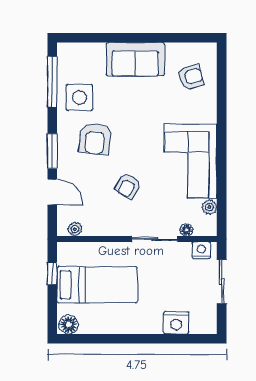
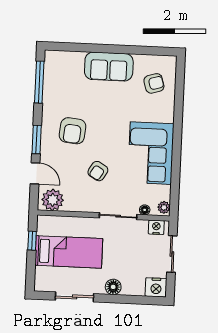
side table: (79, 97) -> (61, 96), removed
plant: (209, 207) -> (164, 207), moved
plant: (75, 229) -> (53, 200), width x1.88, depth x1.88
nightstand: (176, 323) -> (156, 287), moved
floor lamp: (69, 325) -> (113, 287), moved
sliding door: (107, 339) -> (75, 297), added

